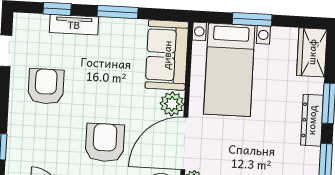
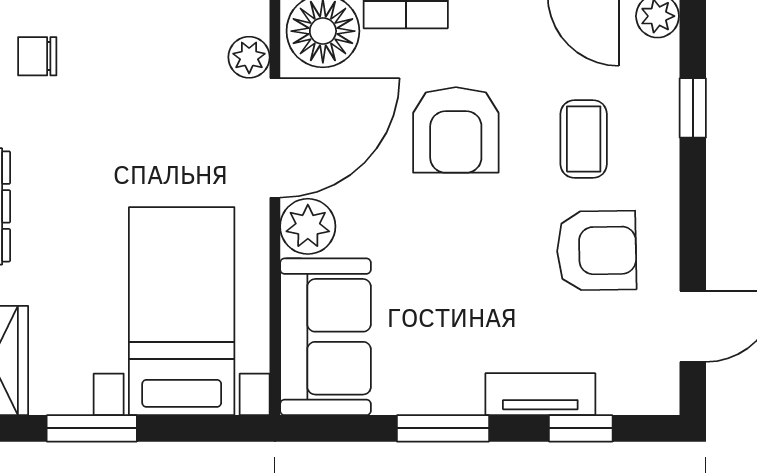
window: (252, 19) -> (92, 428), moved
armchair: (46, 86) -> (596, 251), turned -91
coffee table: (49, 136) -> (584, 139), added

